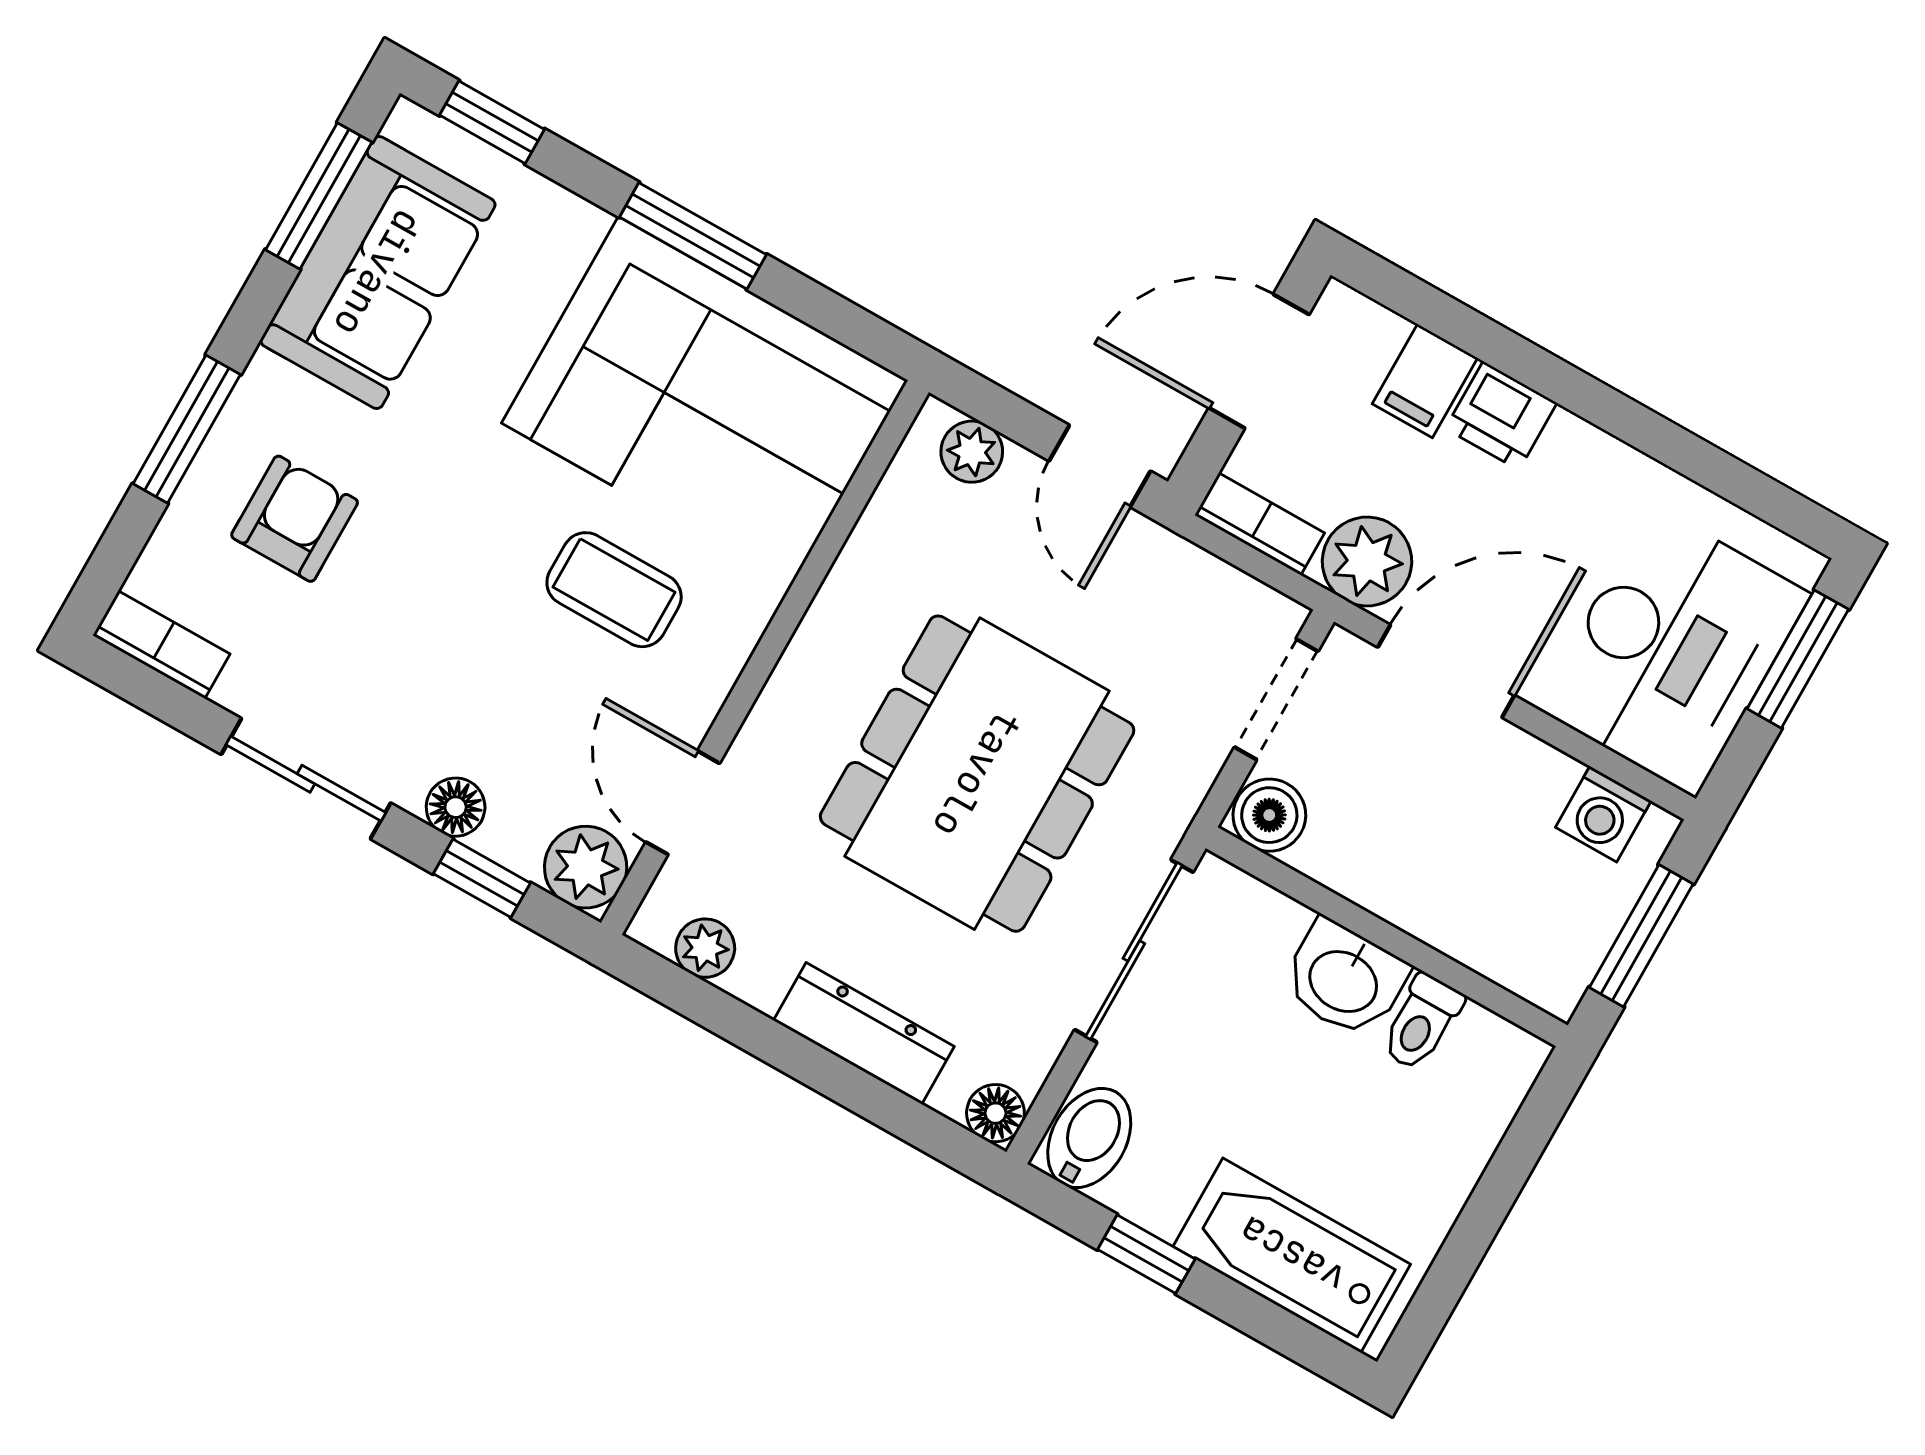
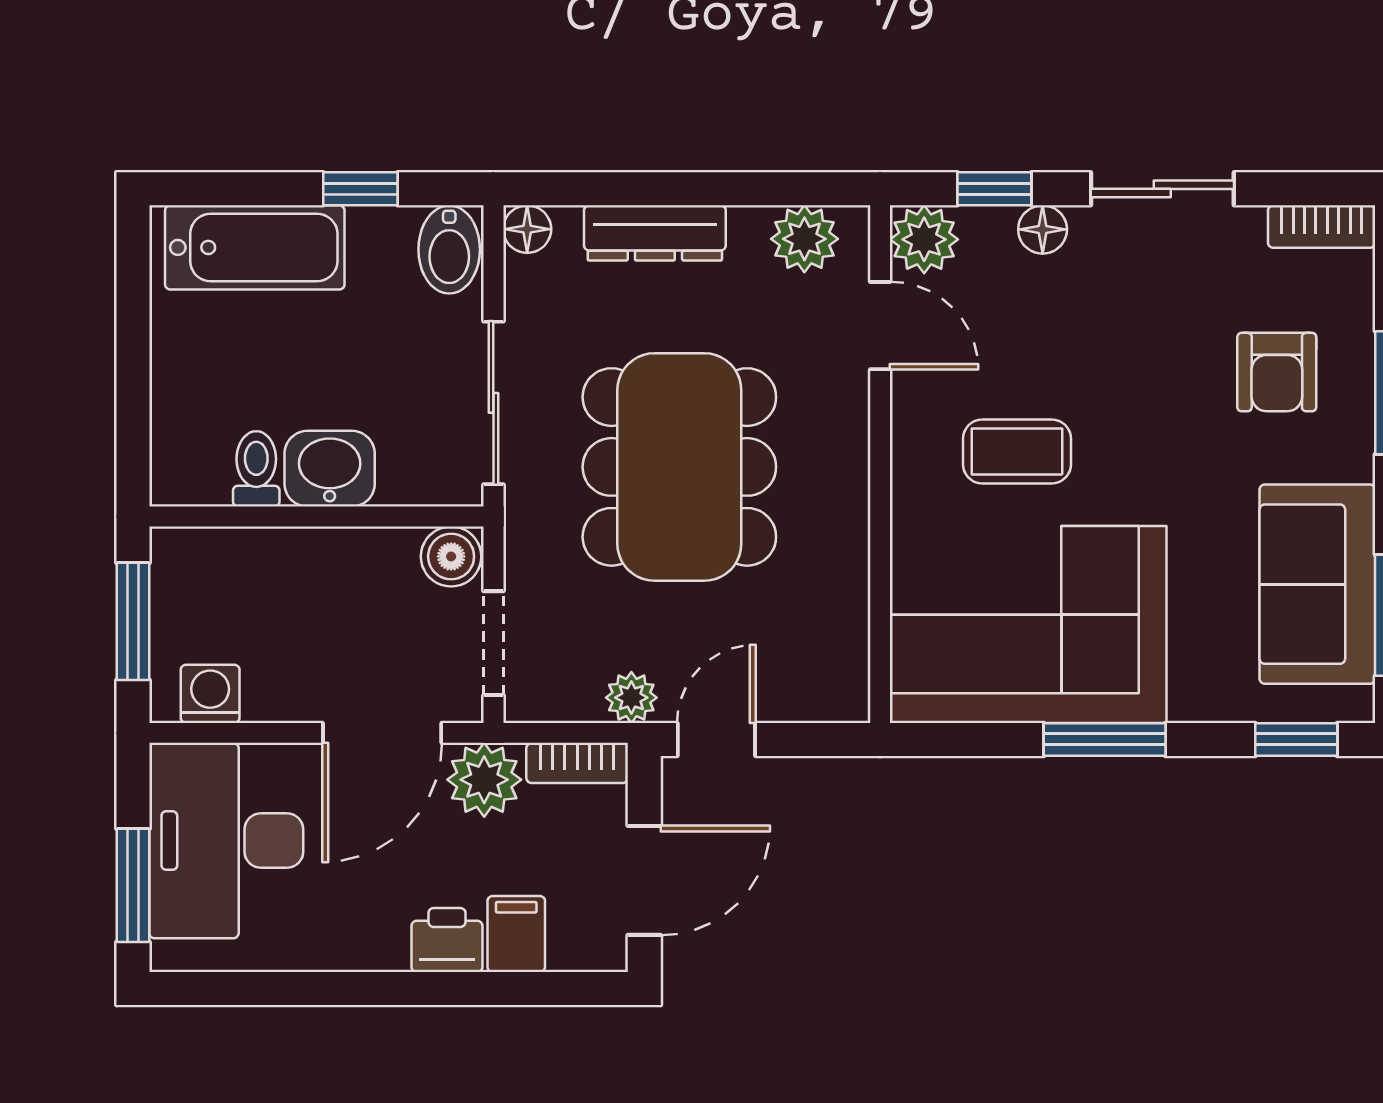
plant: (972, 452) -> (631, 698), moved
door: (1100, 466) -> (716, 739), hinge flipped
plant: (705, 948) -> (804, 239), width x1.38, depth x1.38

